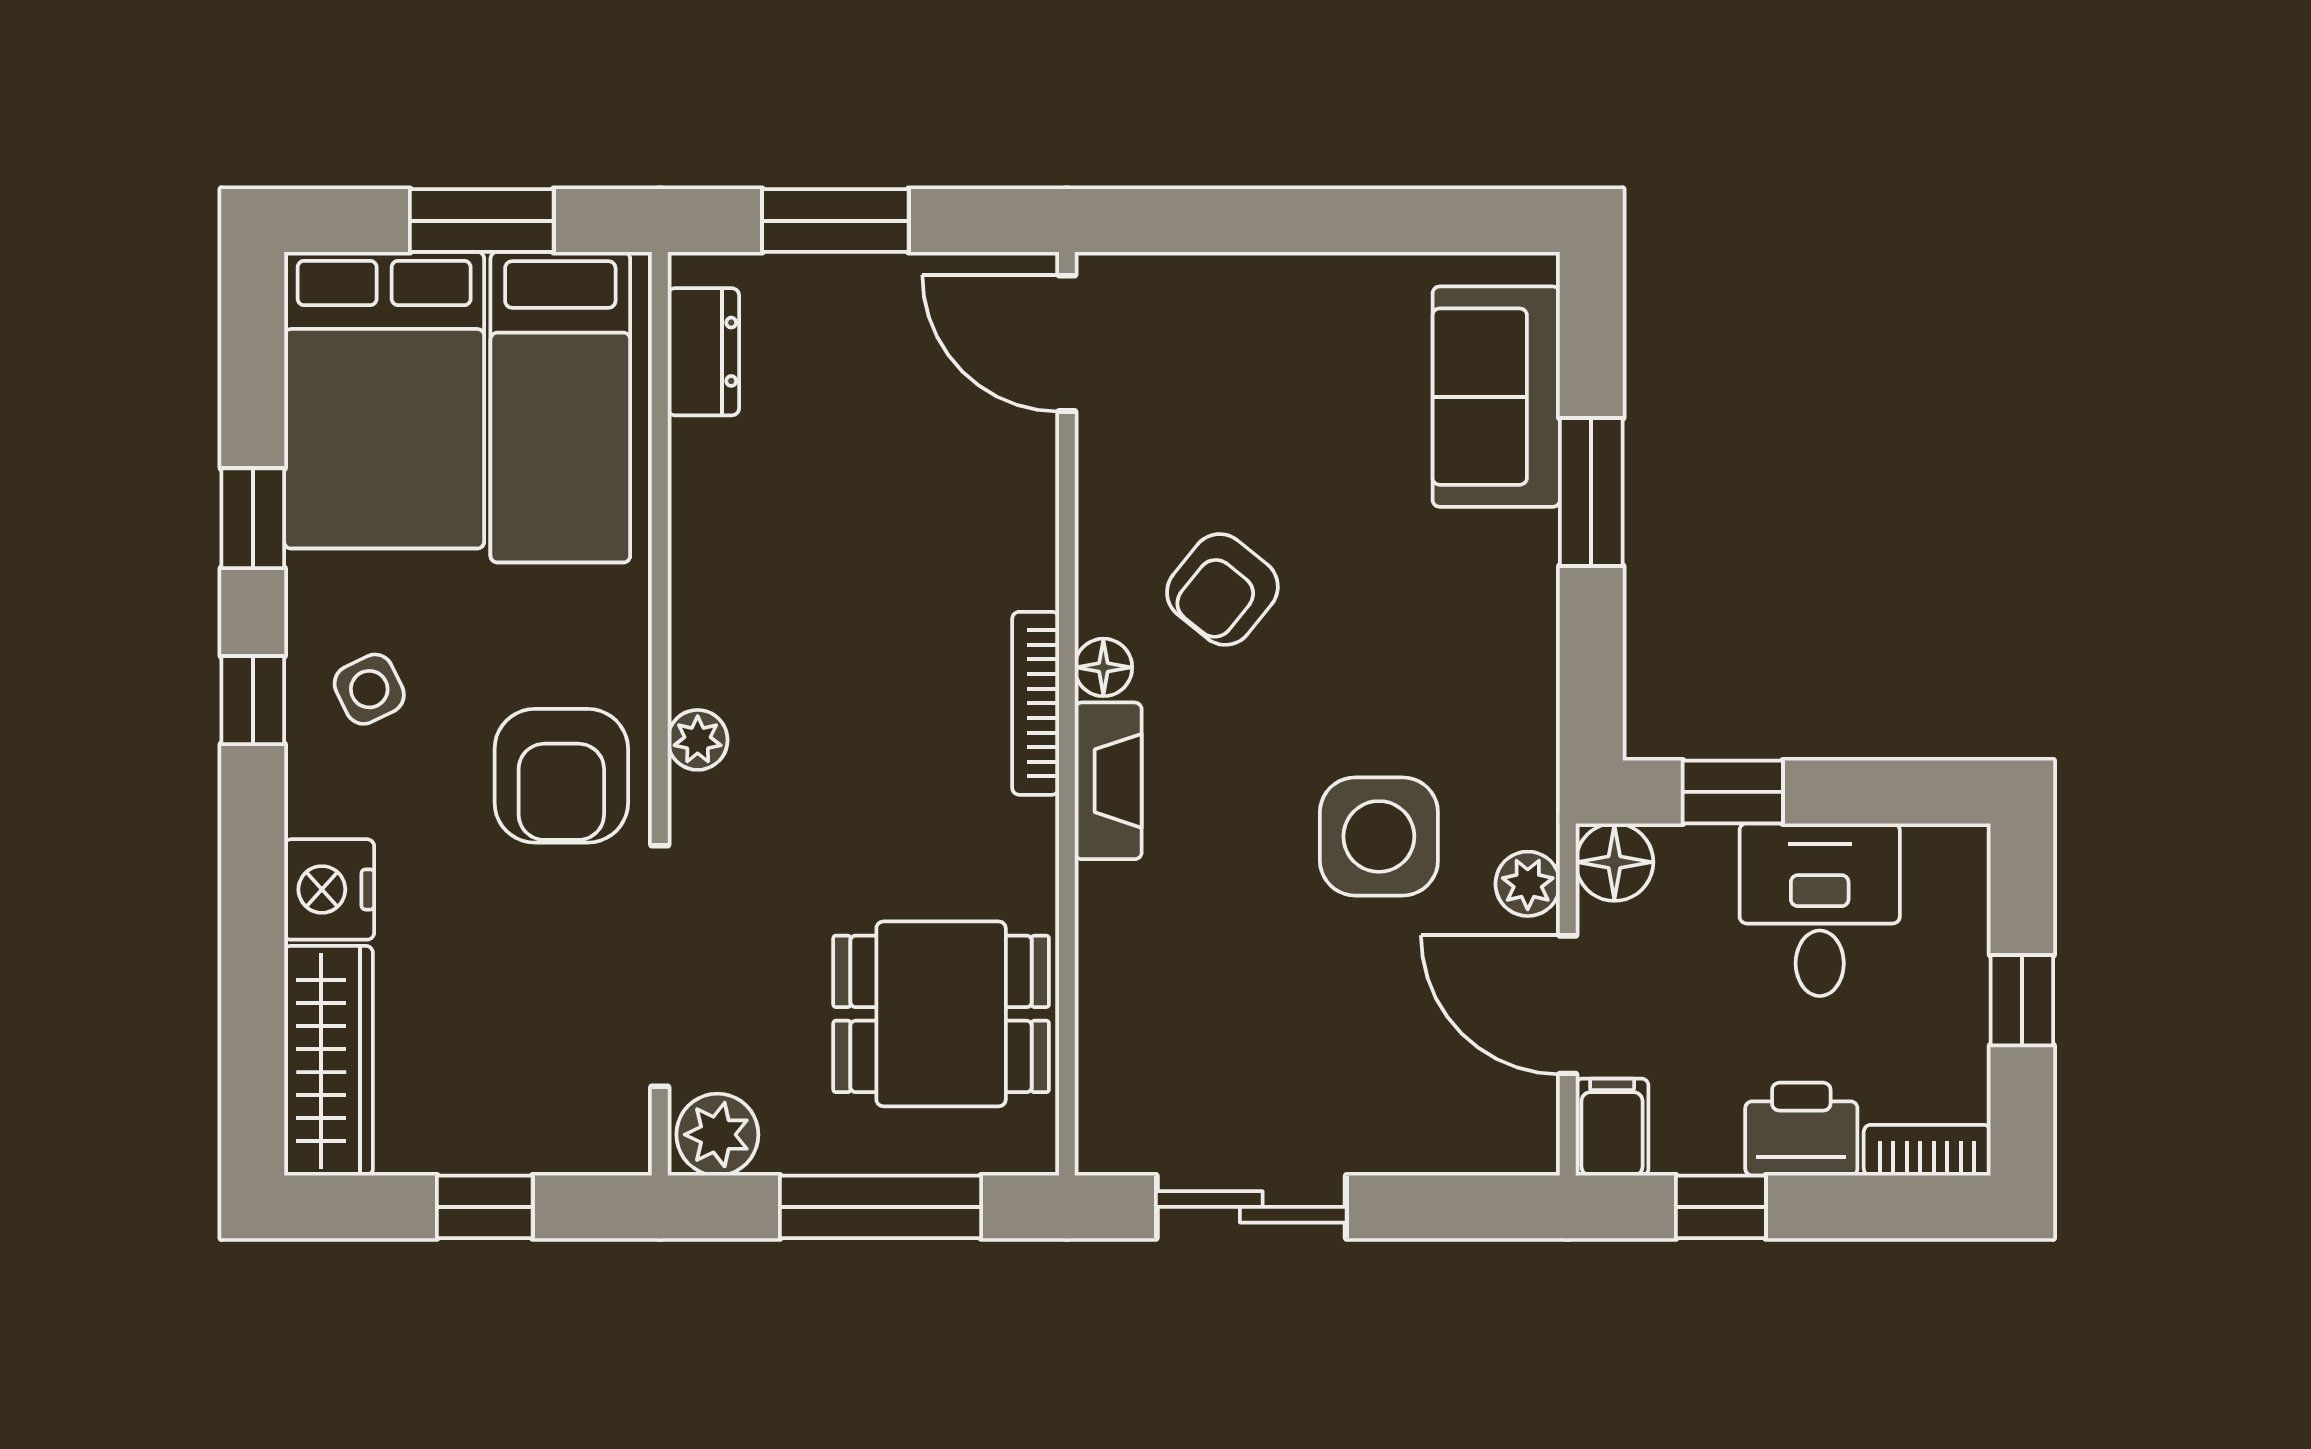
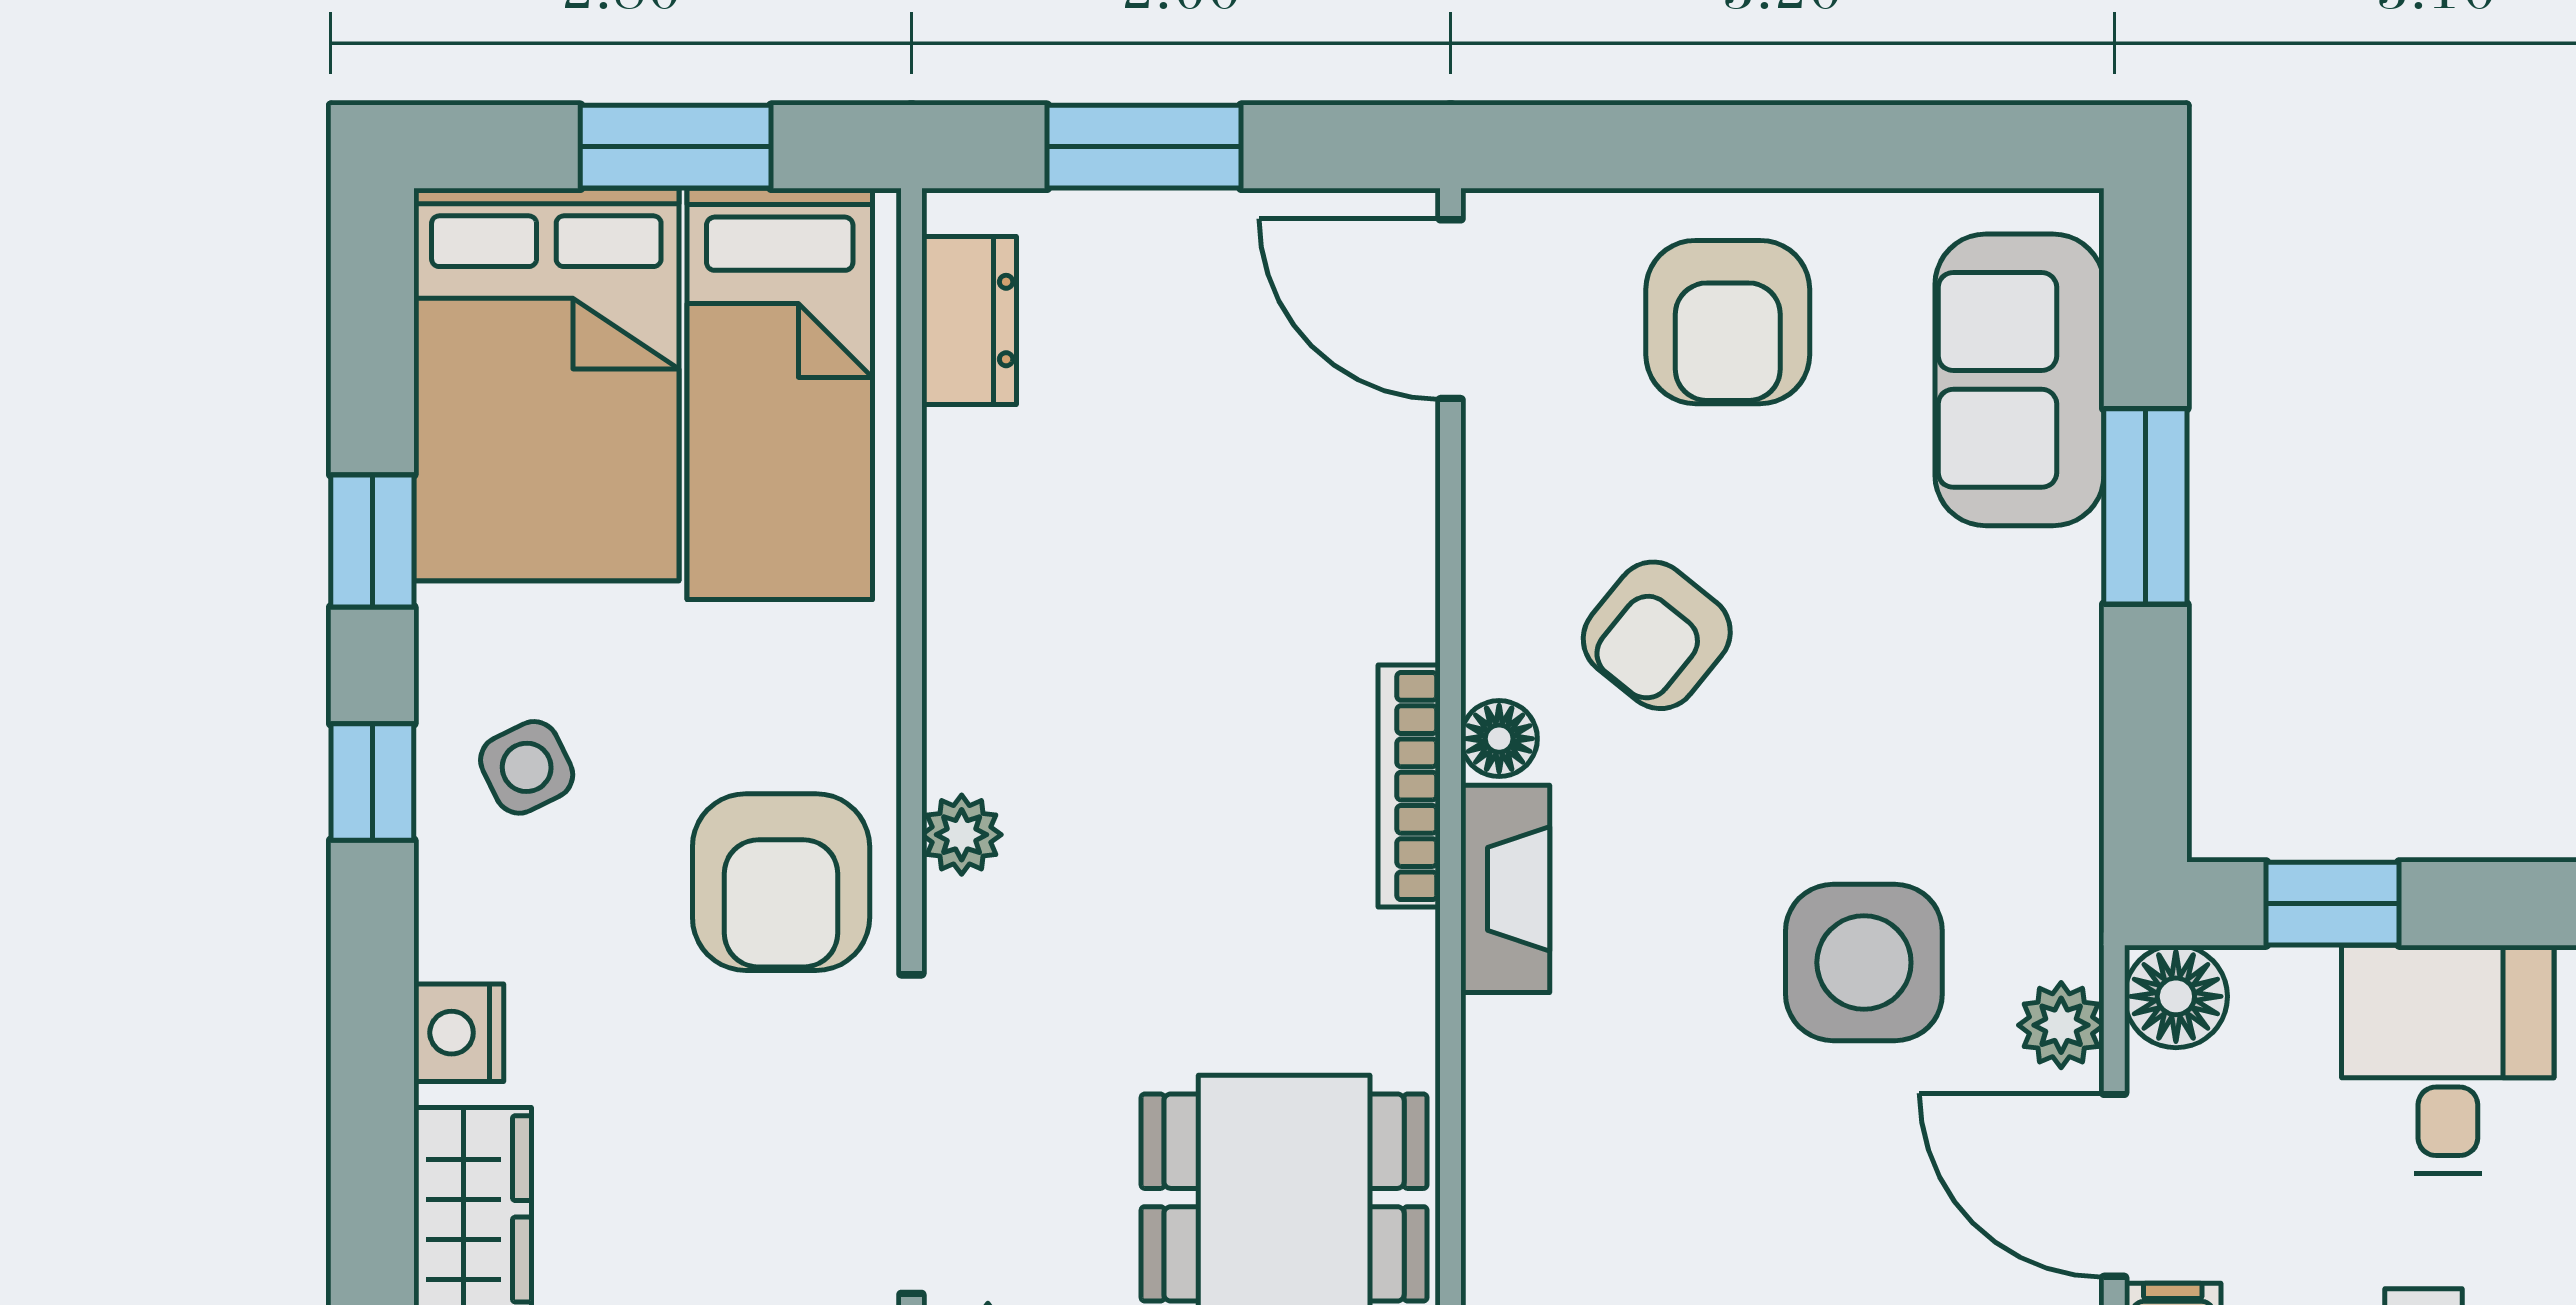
armchair: (1276, 353) -> (1728, 322), added
nightstand: (329, 889) -> (459, 1033), width x0.74, depth x0.75

